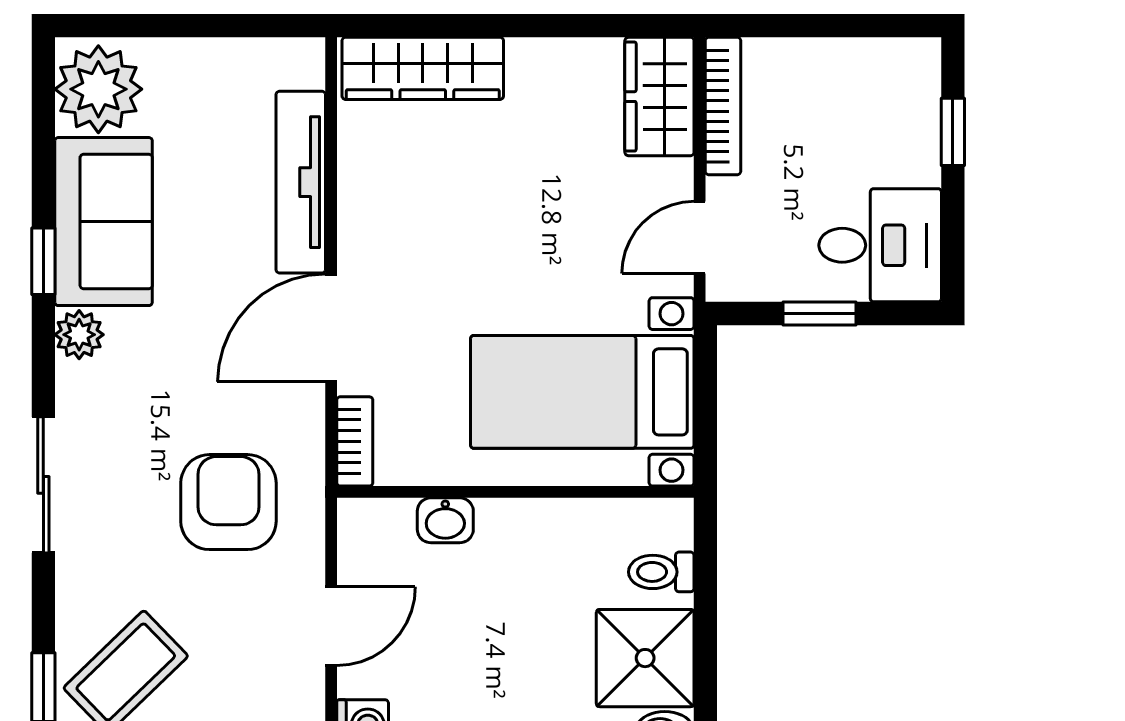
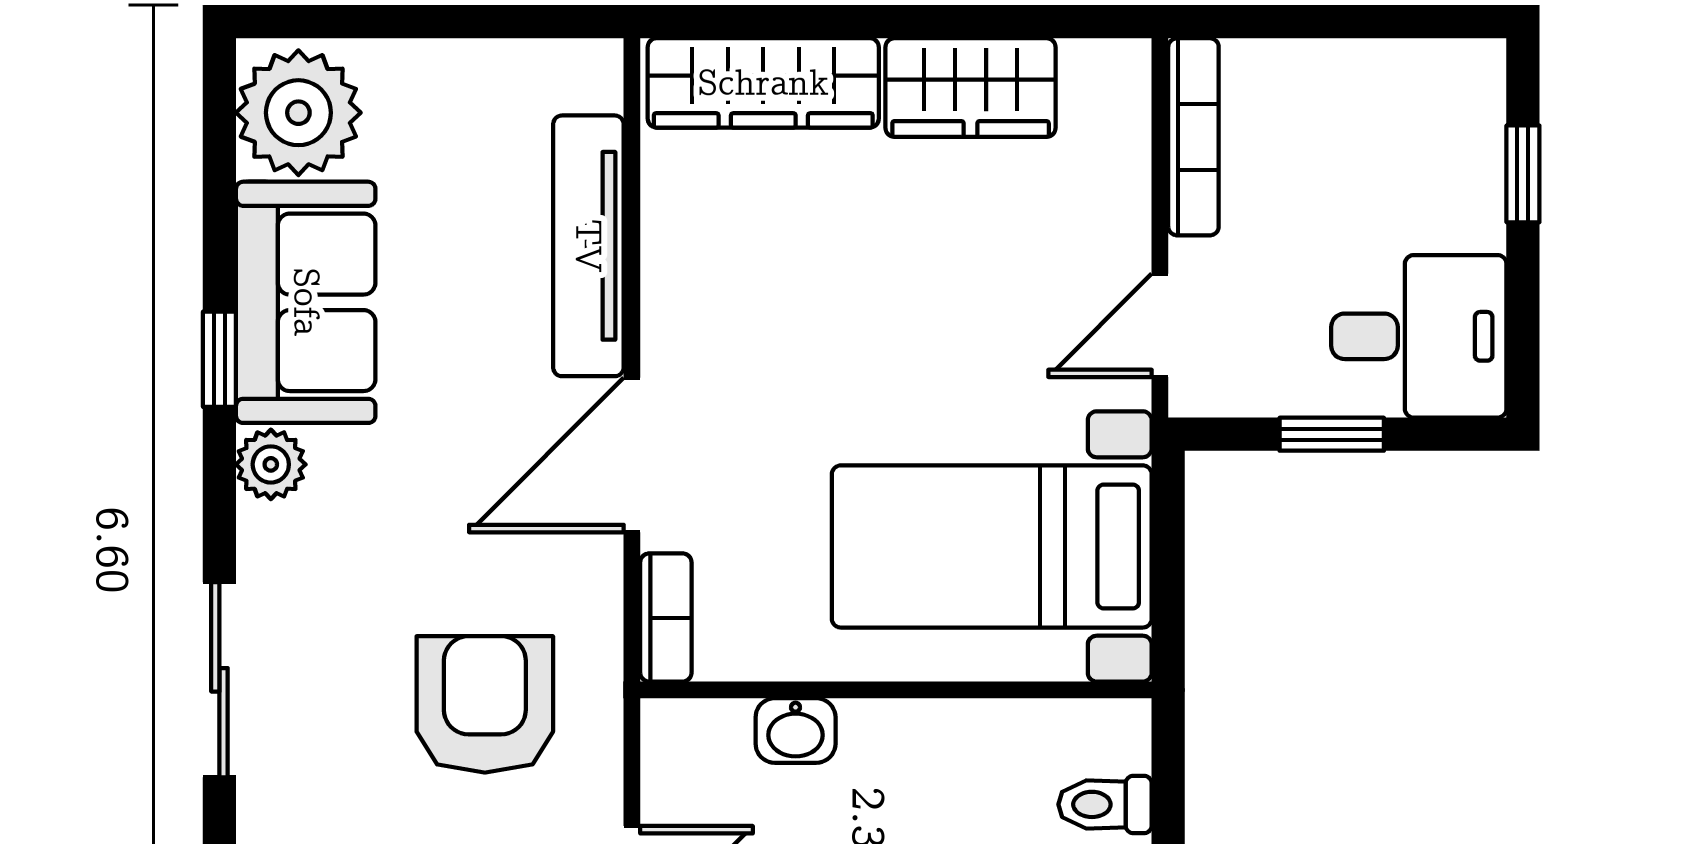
wardrobe: (659, 97) -> (971, 87), moved, turned -90

